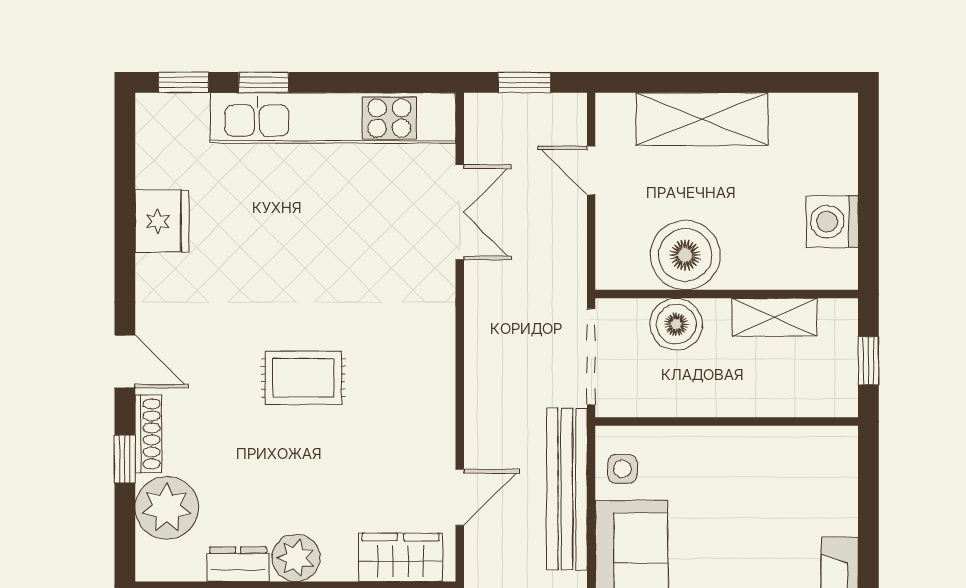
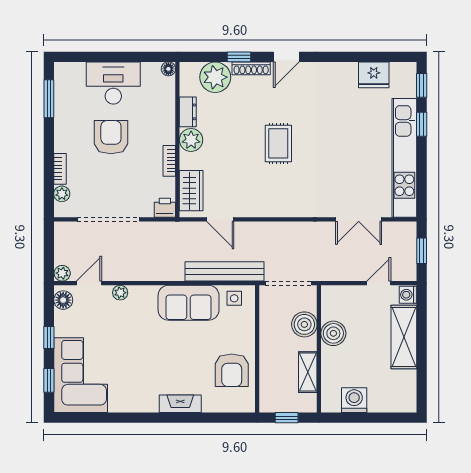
washing machine: (615, 111) -> (408, 295), added
fridge: (162, 221) -> (374, 75), moved
boiler: (685, 255) -> (333, 333), width x0.73, depth x0.73
armchair: (771, 474) -> (232, 370), added

